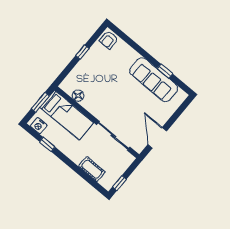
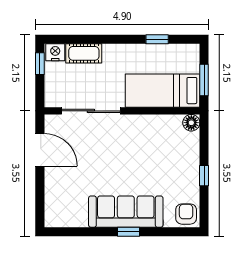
window: (165, 71) -> (129, 232), moved
sofa: (154, 80) -> (126, 212), moved
floor lamp: (78, 96) -> (191, 123), moved
nightstand: (39, 126) -> (55, 52), moved

